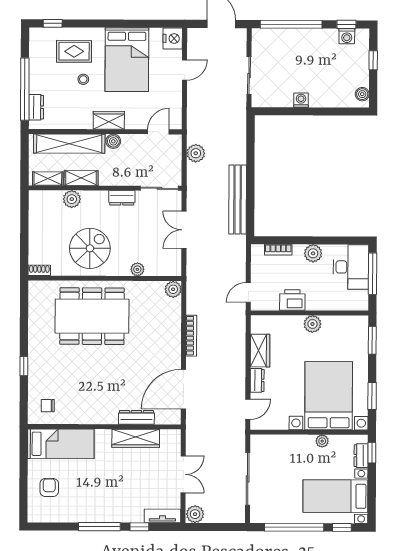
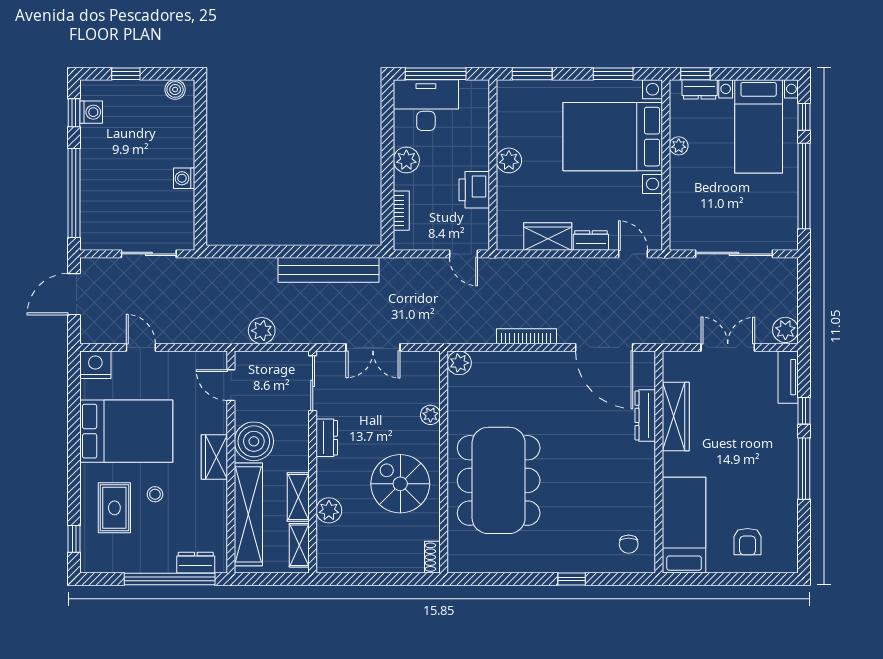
boiler: (113, 141) -> (254, 441), width x1.86, depth x1.86
armchair: (49, 488) -> (748, 542), turned -90

